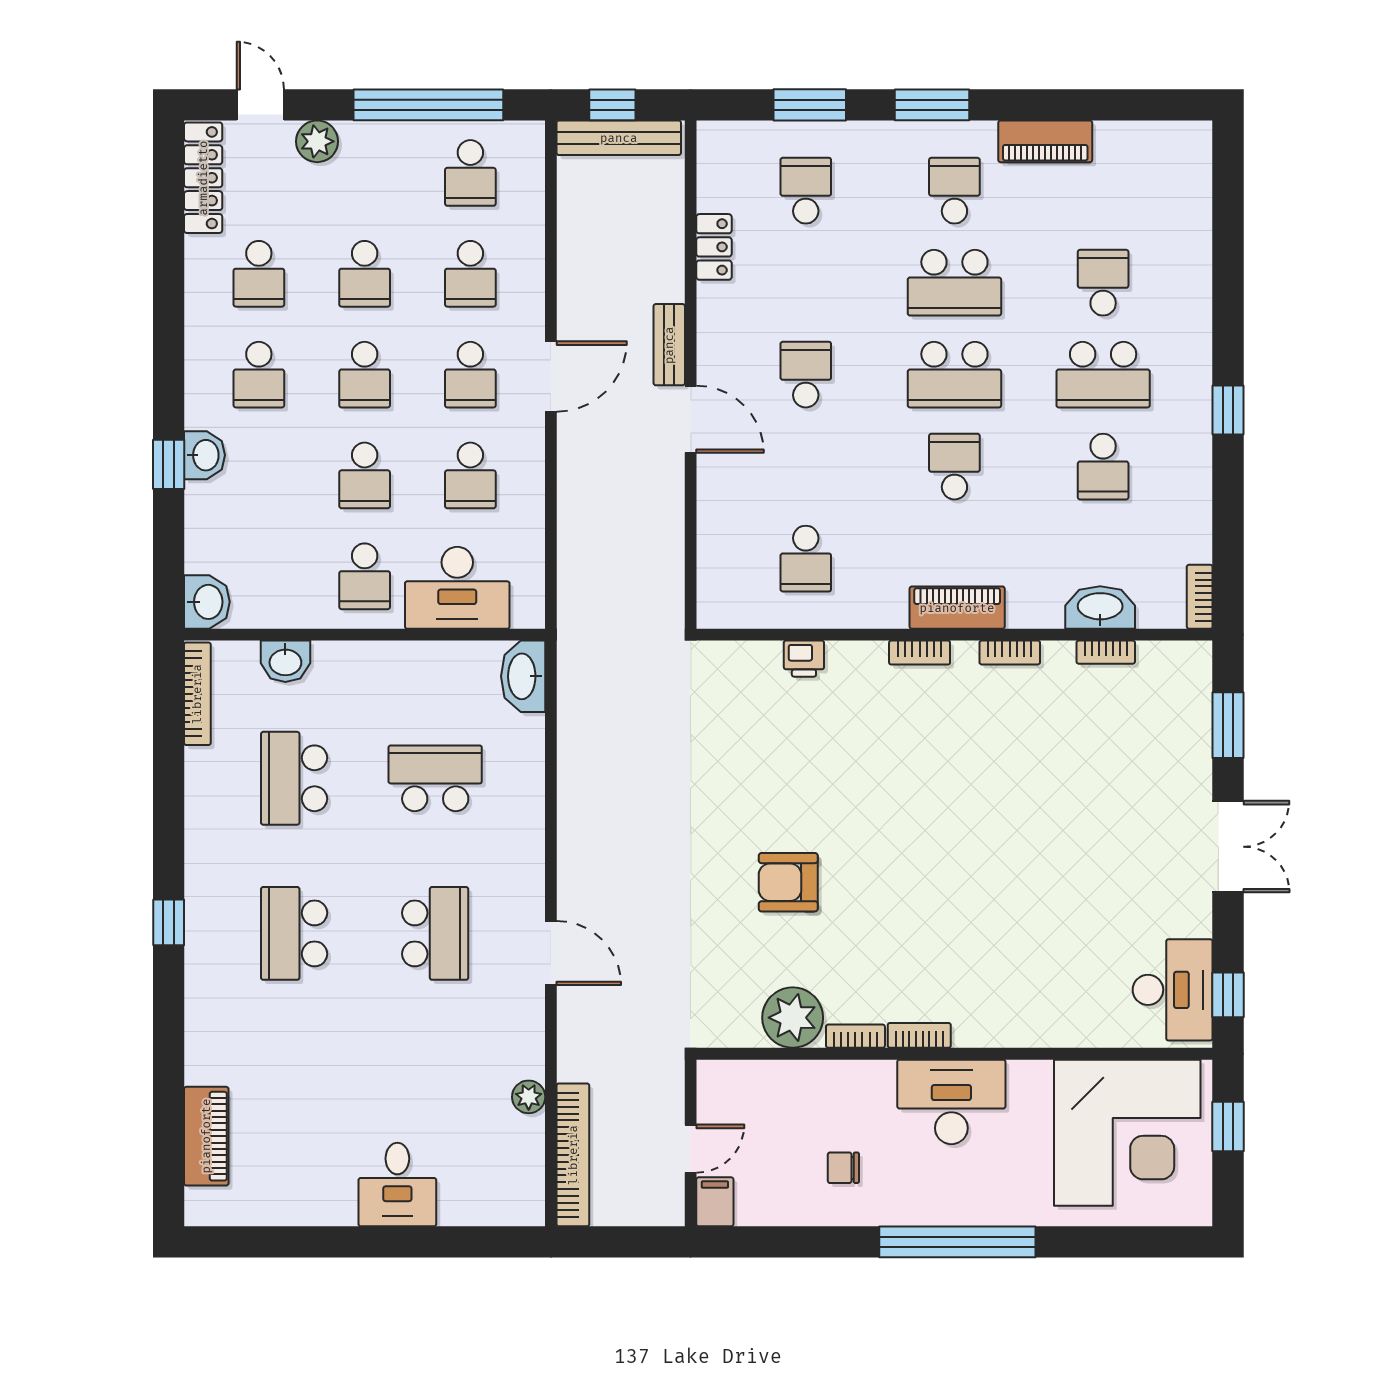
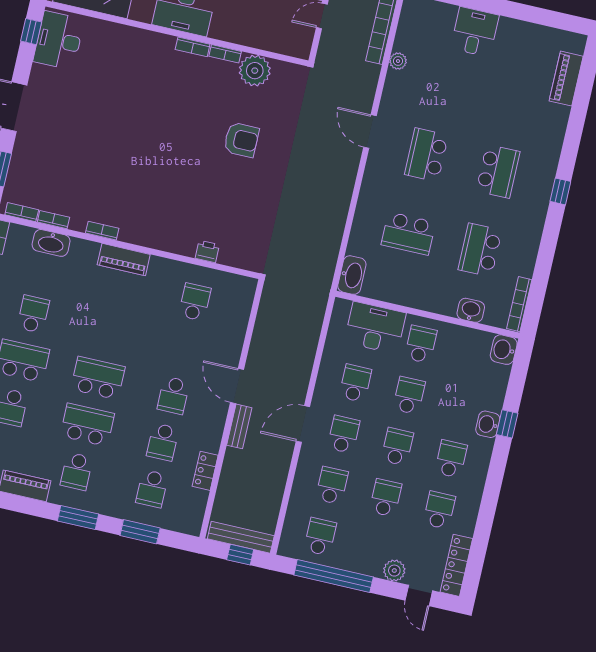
school desk: (954, 467) -> (163, 442), moved
bookcase: (920, 653) -> (22, 212), moved
school desk: (294, 778) -> (480, 250), turned 180

